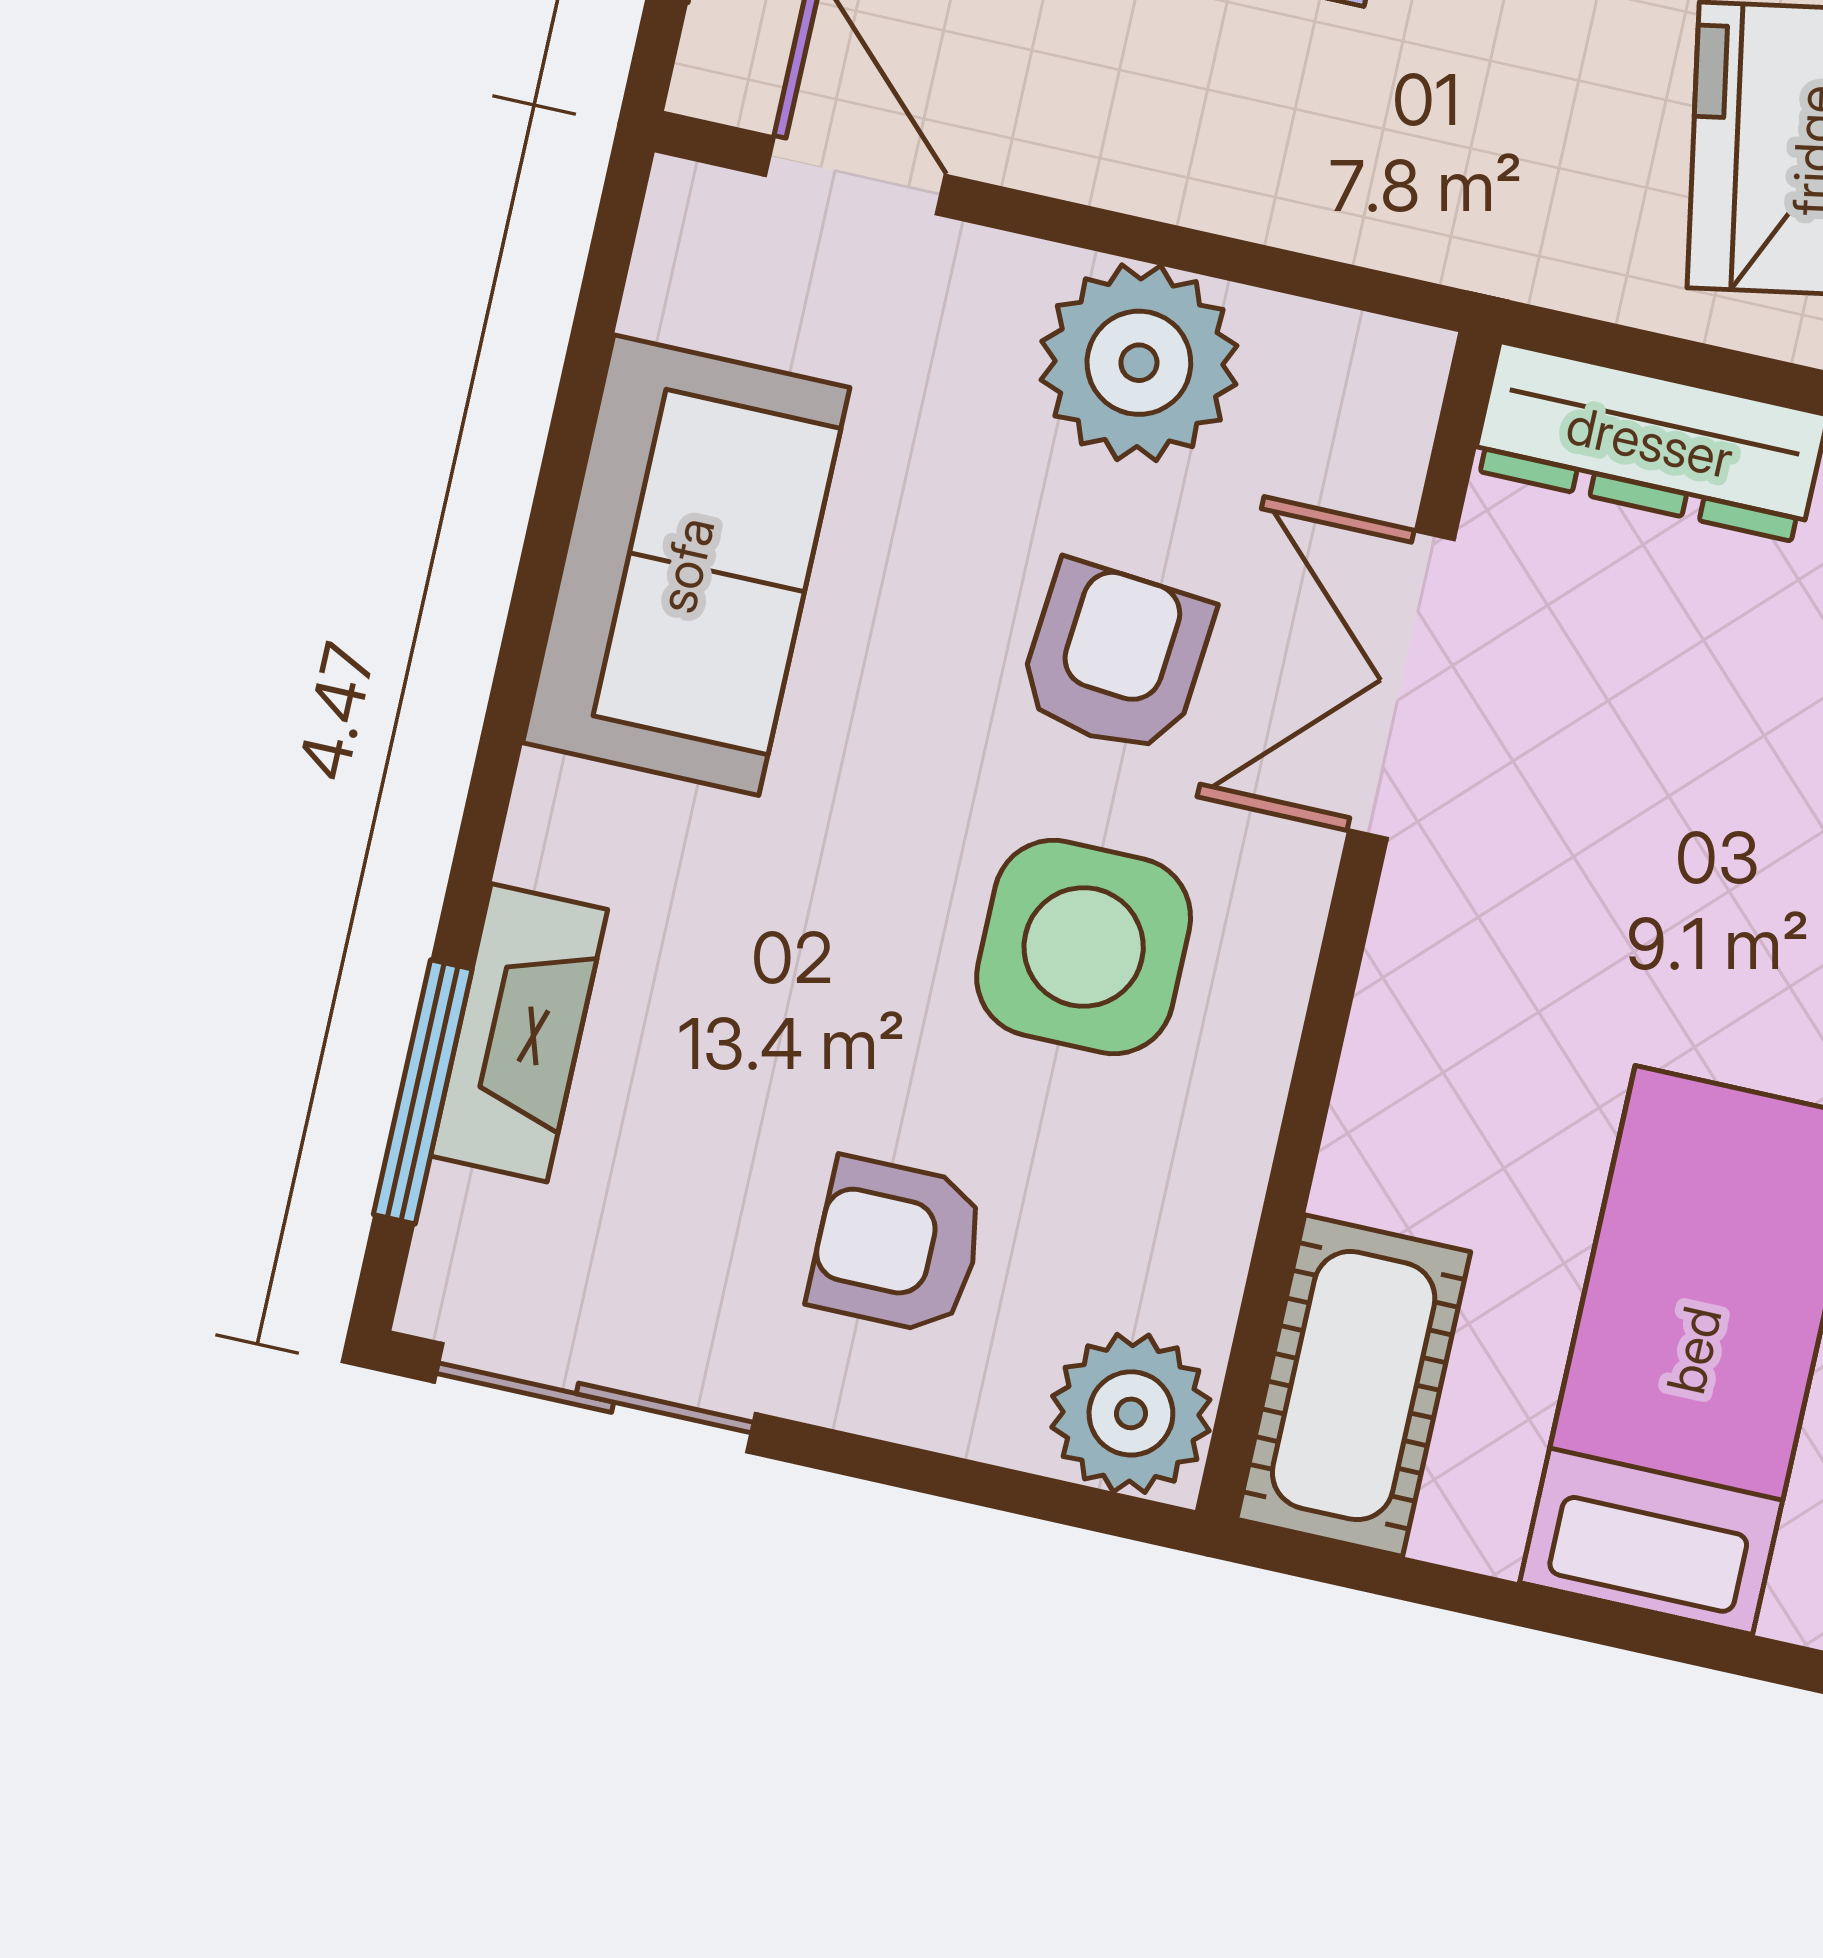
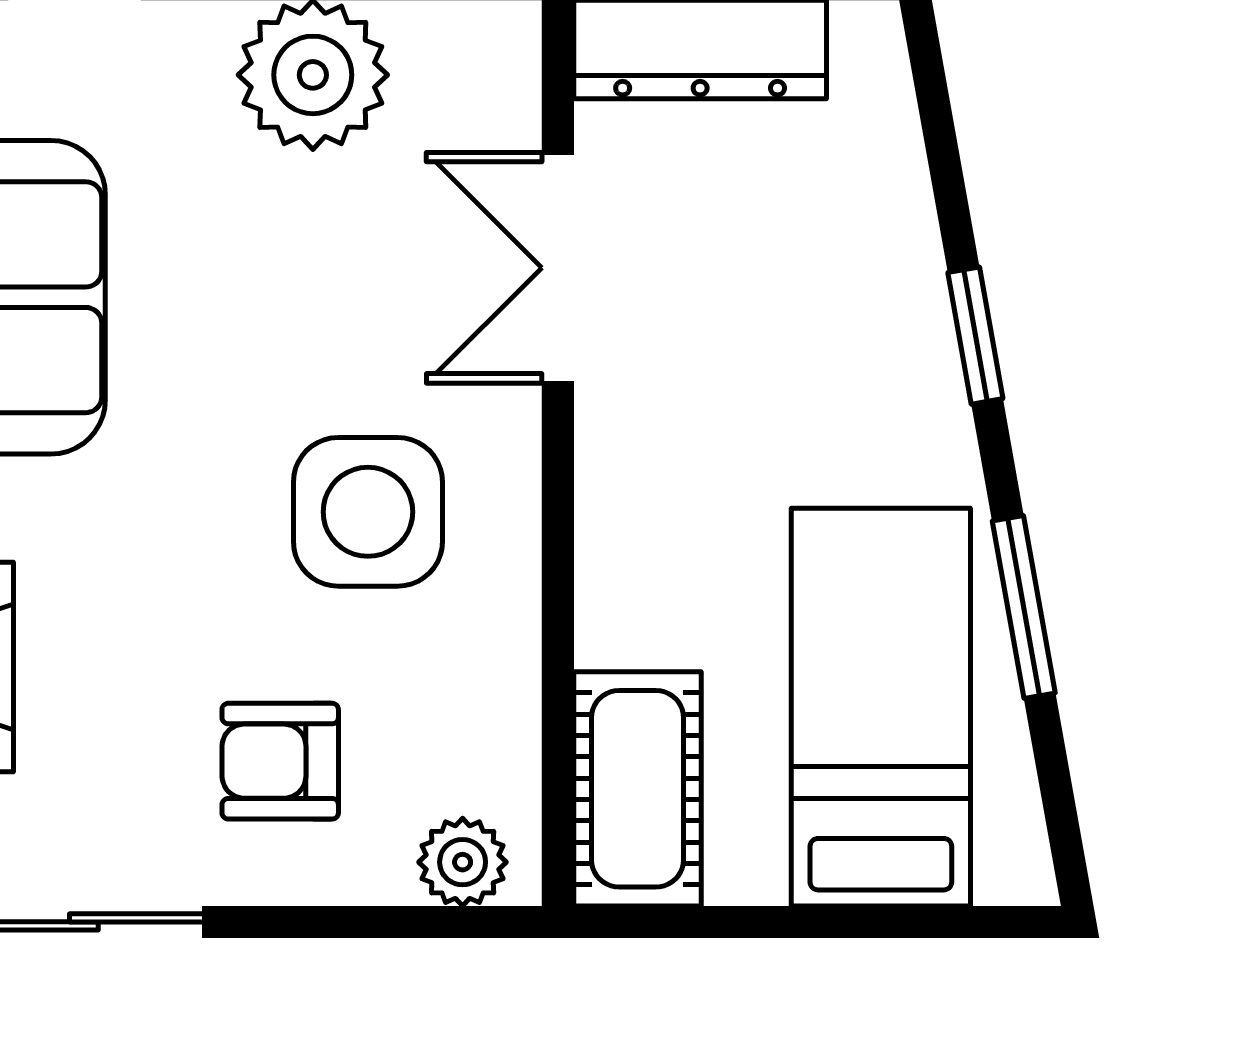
armchair: (1115, 658) -> (344, 295), removed
plant: (1131, 1413) -> (463, 862), width x0.73, depth x0.73

